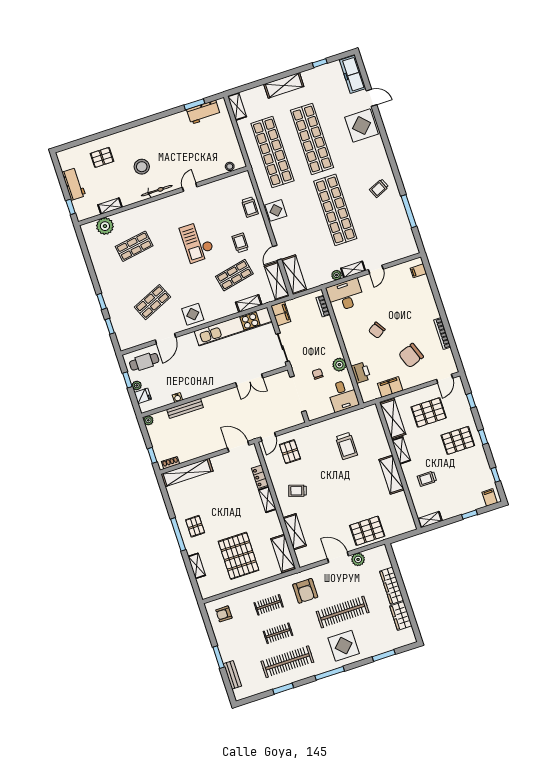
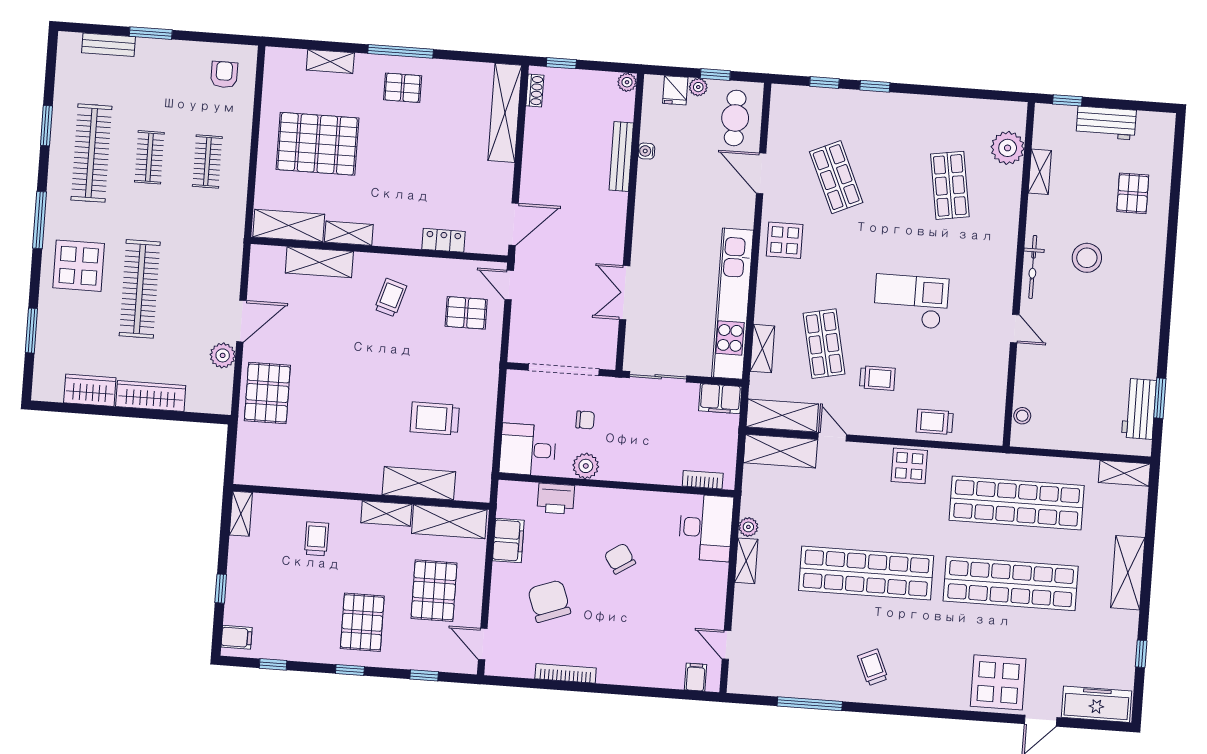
door: (376, 269) -> (726, 645), moved
shelving: (392, 475) -> (419, 483), moved
shelving: (267, 500) -> (349, 233), moved
armchair: (305, 591) -> (205, 237), removed

